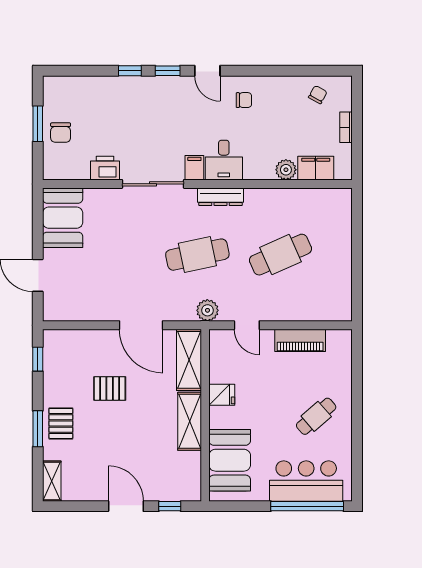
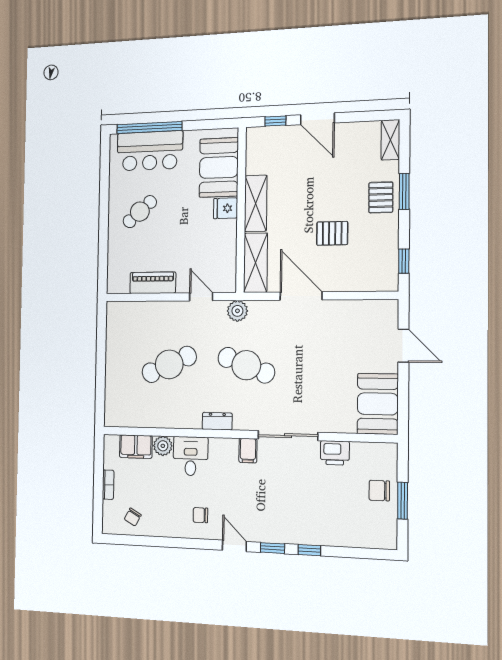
chair: (61, 133) -> (379, 491), turned -90
desk: (224, 160) -> (191, 456), moved
dresser: (221, 197) -> (217, 421), width x0.70
cafe table: (197, 255) -> (246, 365), turned 33
fridge: (222, 395) -> (226, 208), moved

